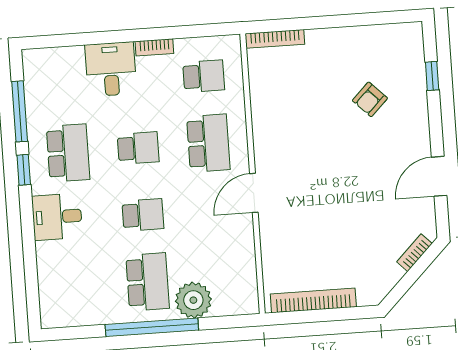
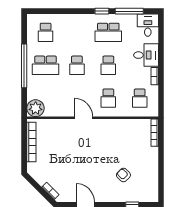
school desk: (208, 143) -> (108, 98), width x0.54
desk: (57, 217) -> (148, 25), moved
school desk: (77, 287) -> (46, 32), added
plant: (193, 300) -> (36, 108), moved

